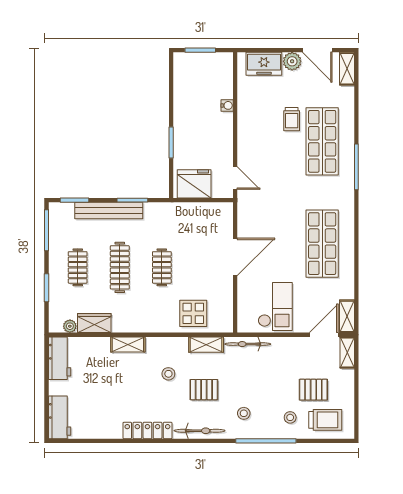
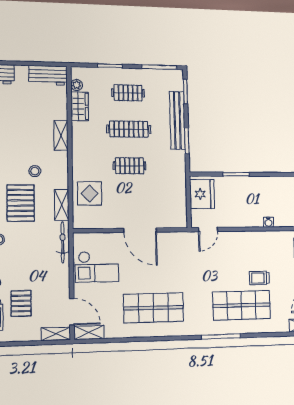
pallet: (204, 390) -> (21, 203), width x1.50, depth x1.42

